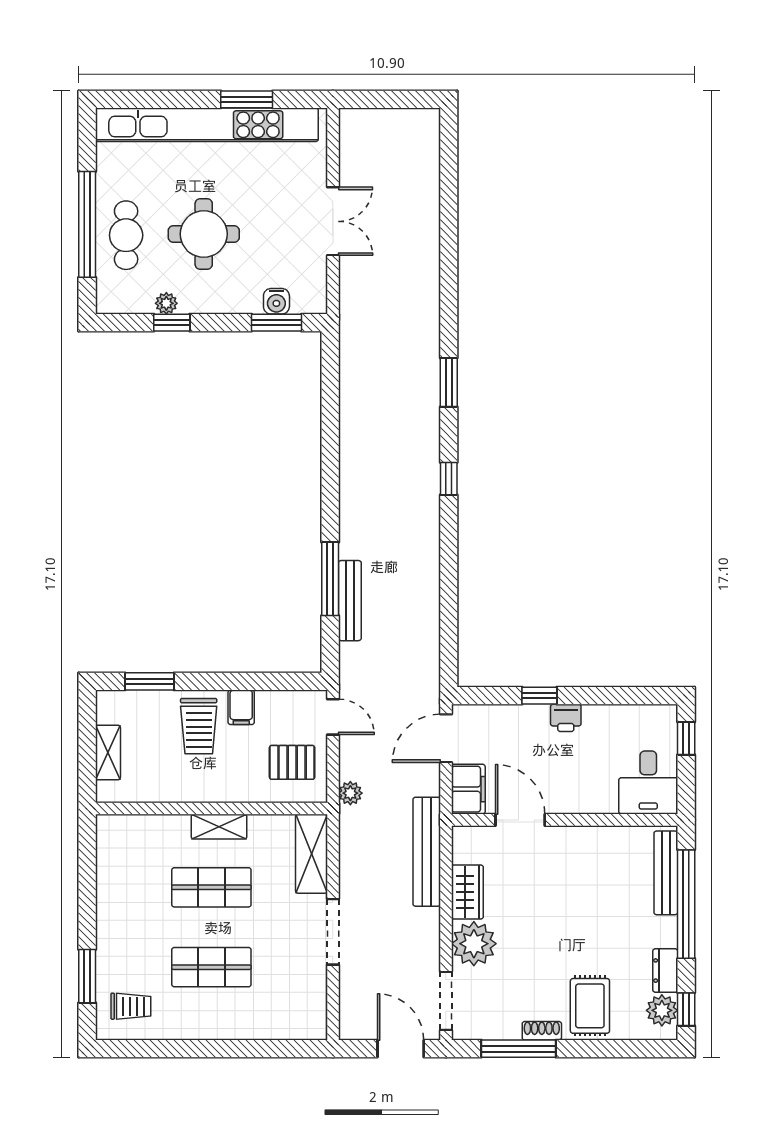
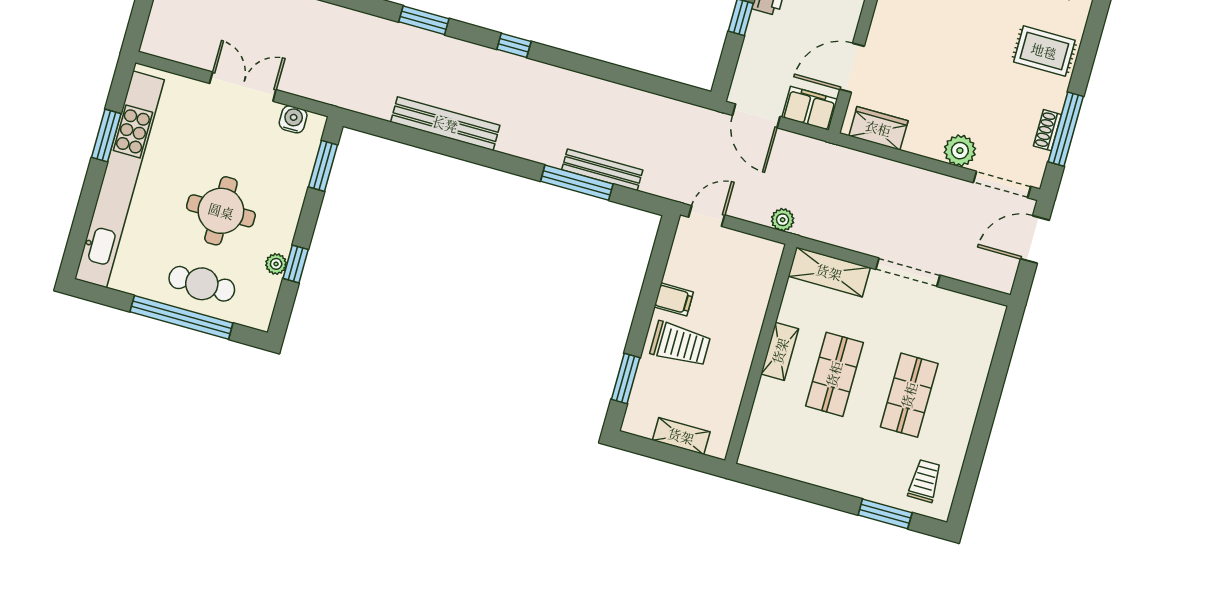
water cooler: (276, 301) -> (293, 119), moved, turned -90
pallet: (292, 762) -> (739, 266), removed
bench: (427, 852) -> (445, 124), moved
wardrobe: (467, 892) -> (878, 128), moved
plant: (474, 944) -> (960, 151), width x0.73, depth x0.73
shoe rack: (542, 1031) -> (1047, 130), moved

